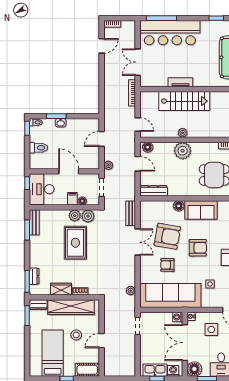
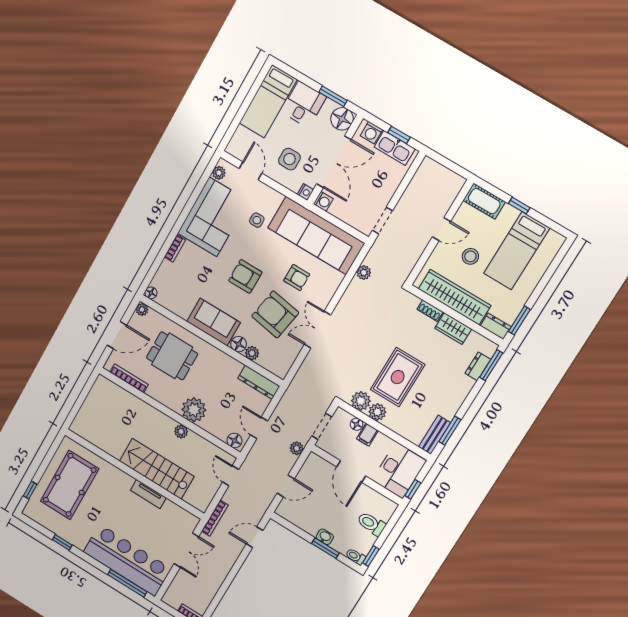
door: (102, 46) -> (255, 537), moved
plant: (168, 205) -> (252, 353), added
bench: (131, 213) -> (304, 372), removed

